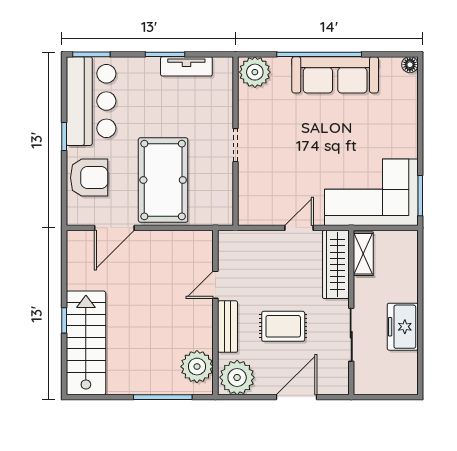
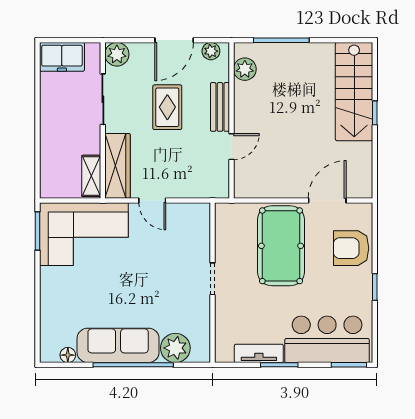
floor lamp: (410, 65) -> (68, 355), moved
plant: (255, 72) -> (175, 348), moved
bar counter: (91, 101) -> (327, 339), moved, turned 90
door: (299, 228) -> (152, 200), hinge flipped
rug: (283, 326) -> (167, 107), turned 90
freezer: (403, 327) -> (62, 57), moved, turned 90
plant: (197, 367) -> (245, 69), width x0.73, depth x0.73
plant: (237, 377) -> (211, 51), width x0.53, depth x0.53
plant: (336, 382) -> (117, 54), added
door: (296, 397) -> (174, 40), moved

